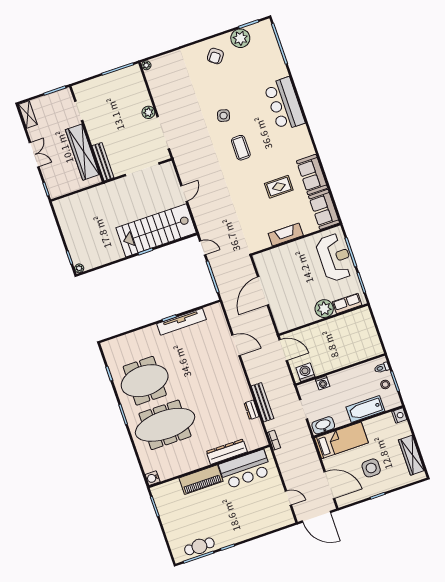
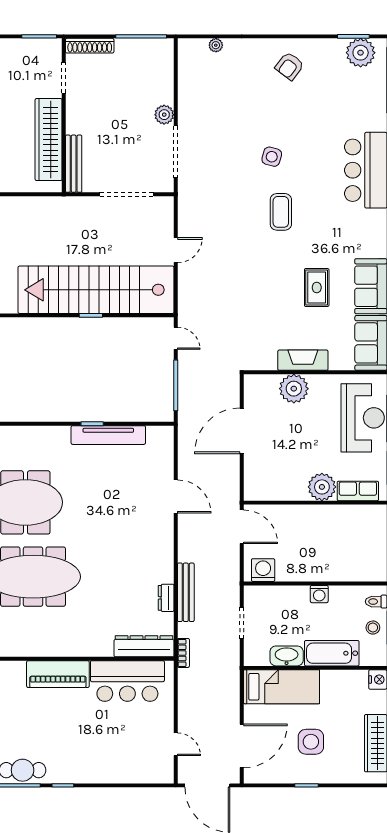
plant: (240, 38) -> (361, 53), moved
plant: (146, 65) -> (216, 45), moved
shoe rack: (88, 86) -> (90, 46), added
rug: (279, 187) -> (317, 287), turned 90
stairs: (156, 230) -> (96, 290), width x1.36
plant: (286, 254) -> (294, 389), added
washing machine: (323, 383) -> (319, 594), moved
washbasin: (323, 425) -> (287, 656), moved
dresser: (227, 452) -> (144, 646), moved
door: (329, 485) -> (242, 746), hinge flipped

